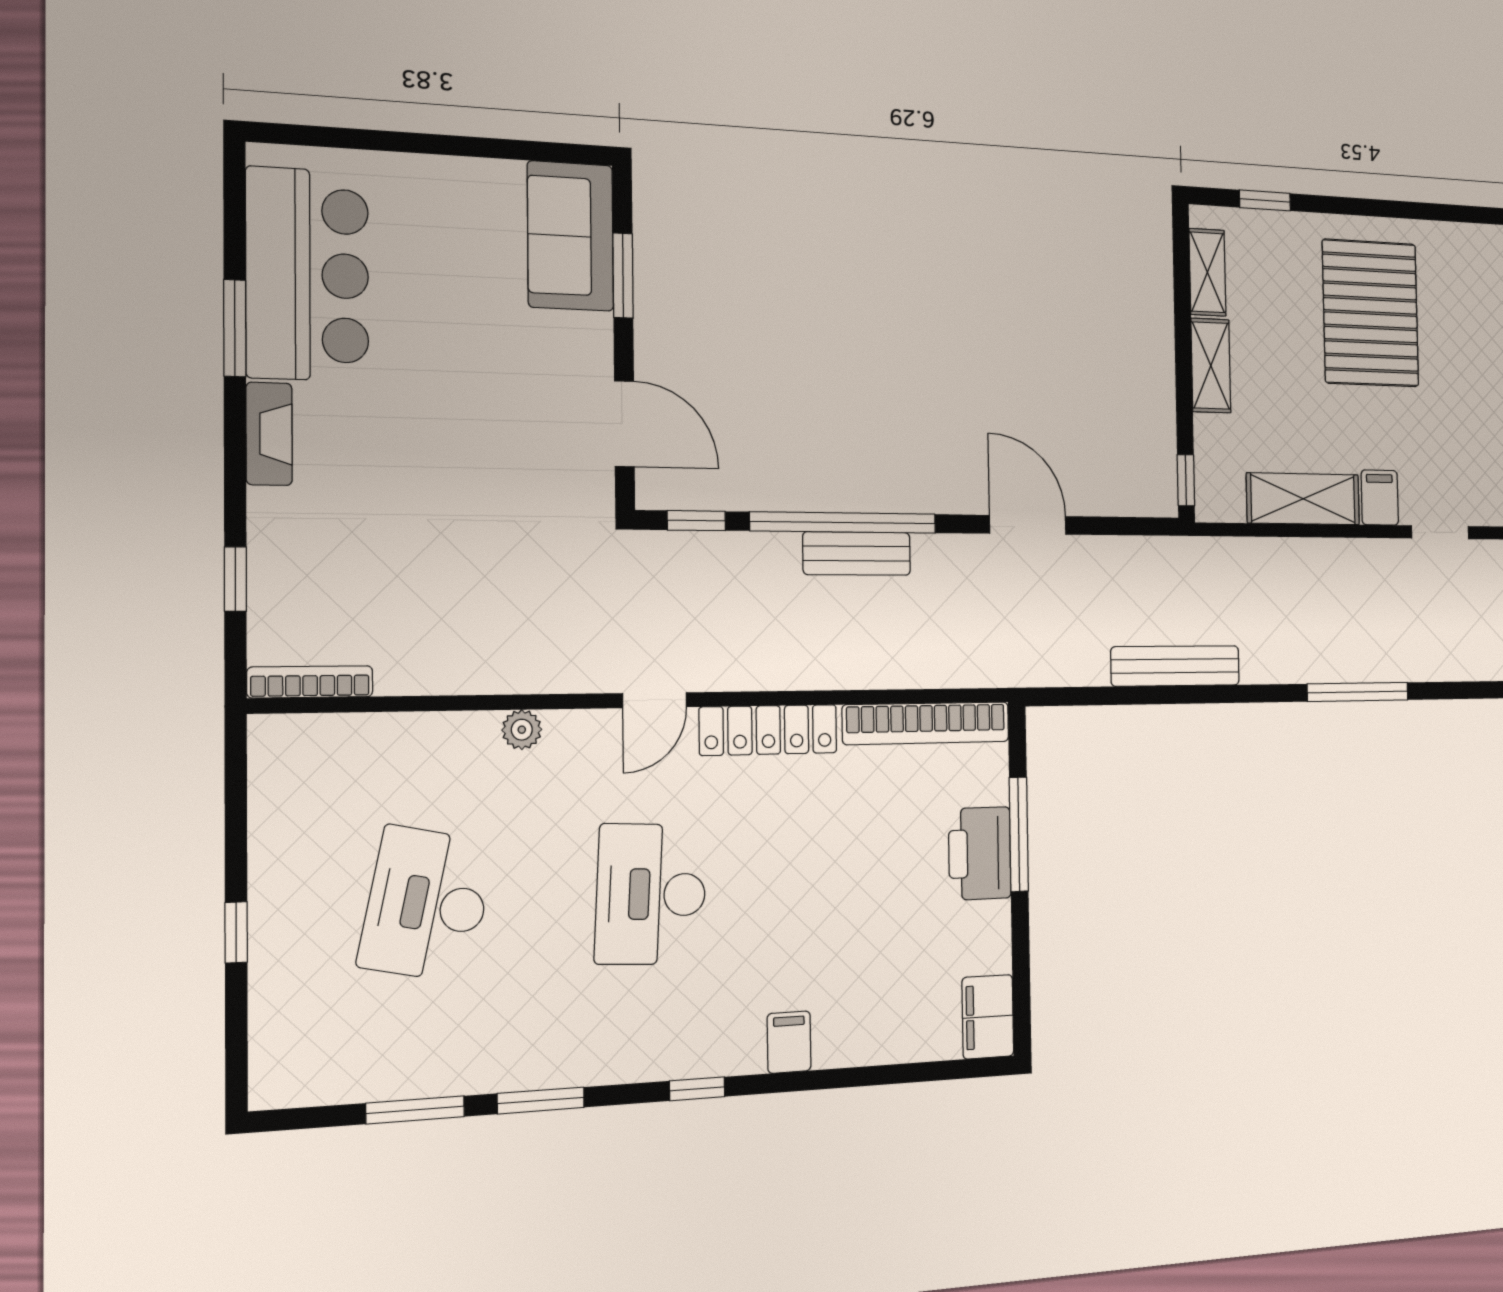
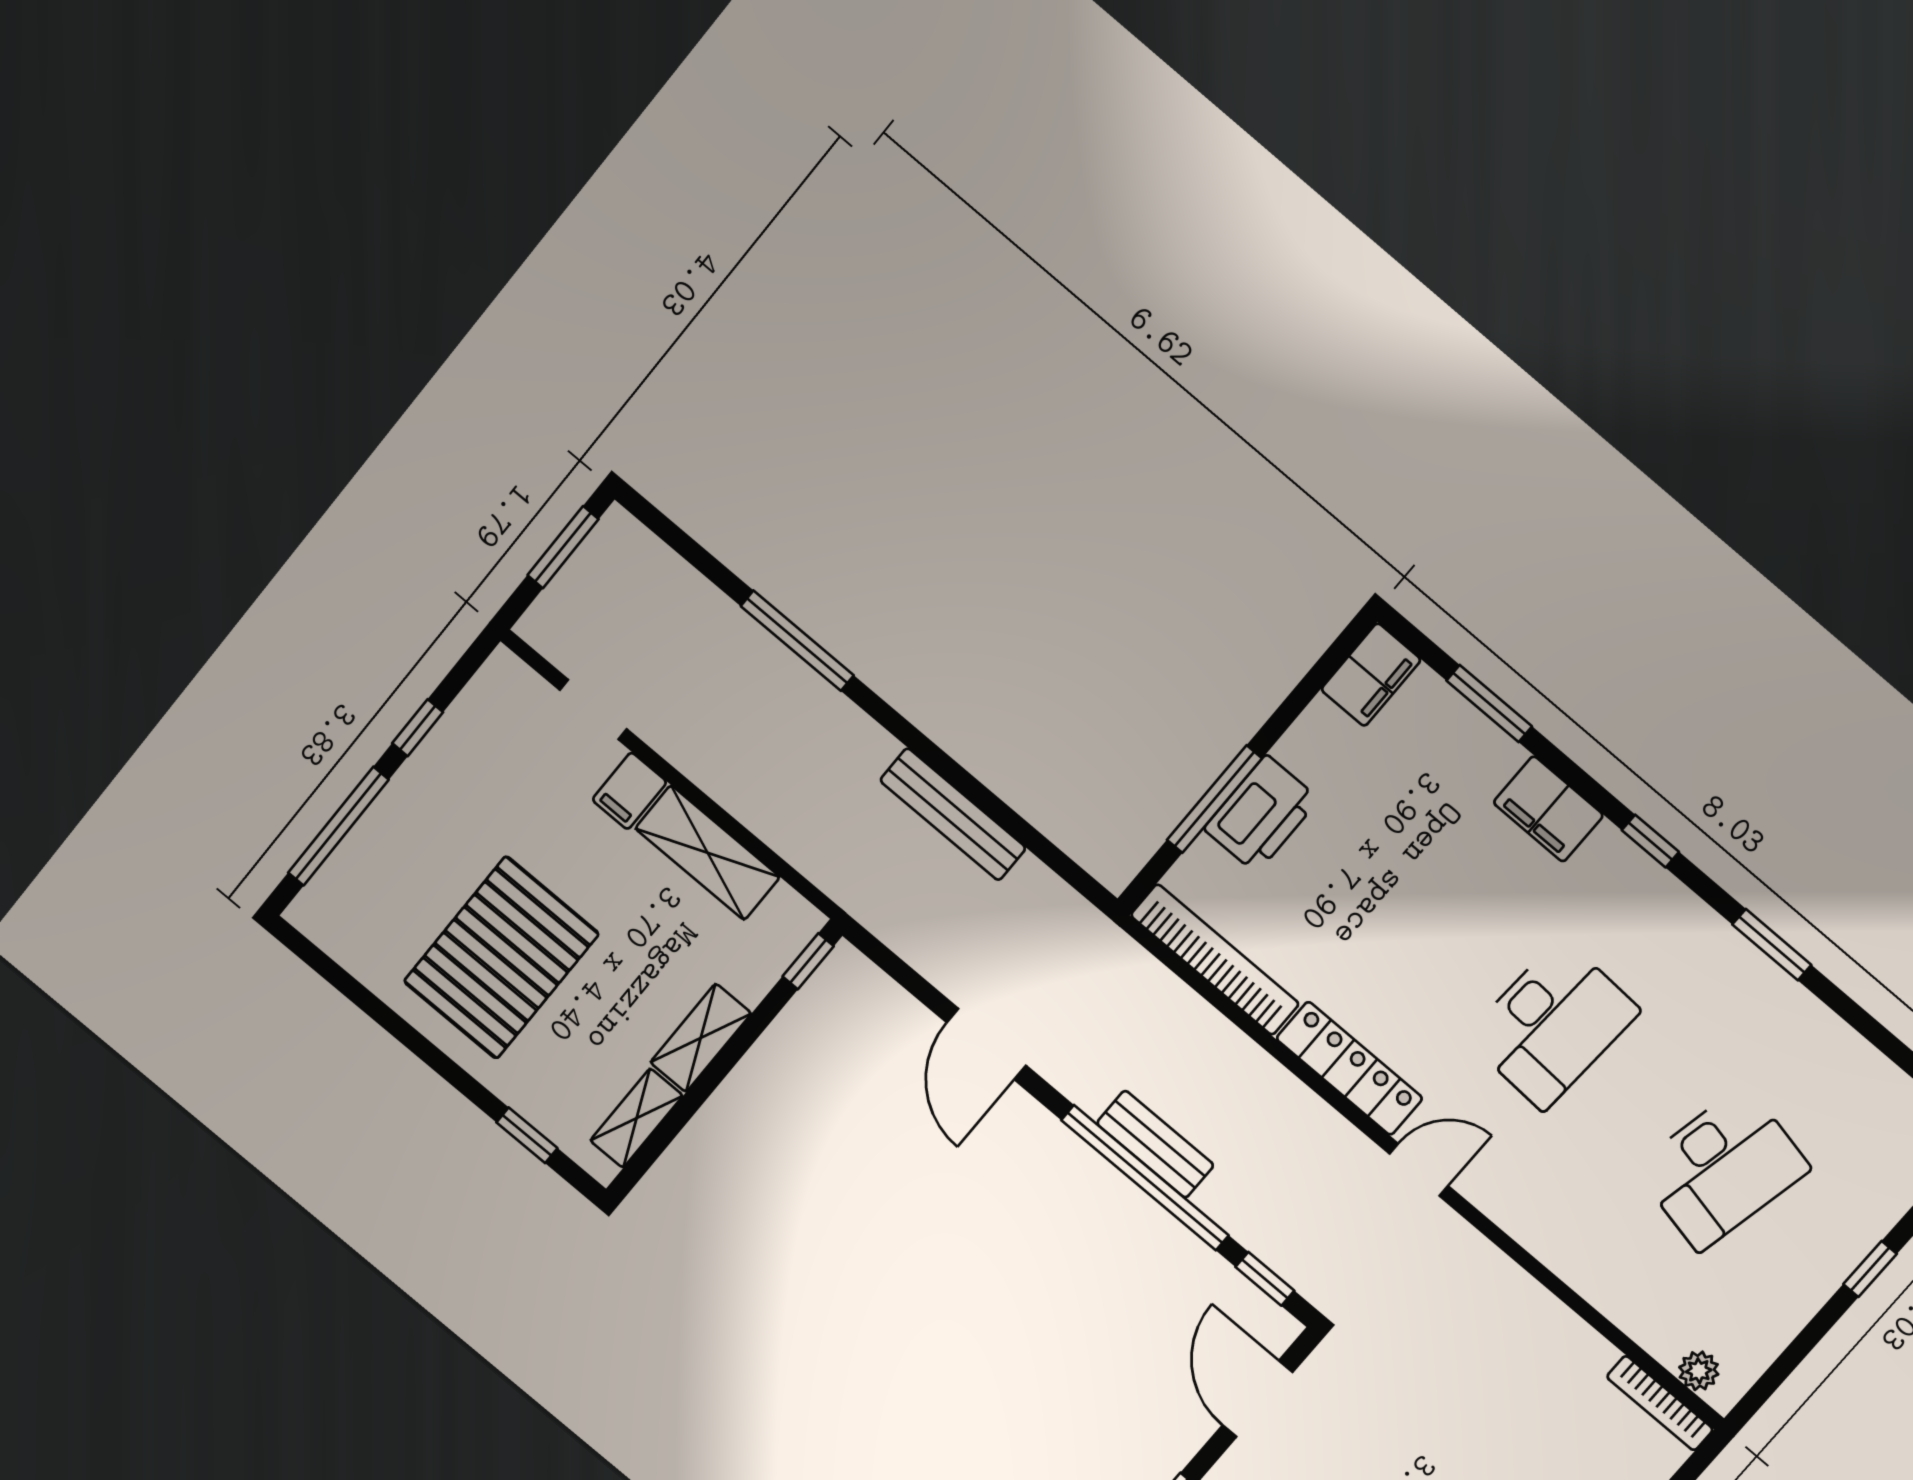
plant: (522, 730) -> (1699, 1371), moved
filing cabinet: (789, 1042) -> (1548, 809), width x2.00
window: (415, 1110) -> (1489, 704), moved

